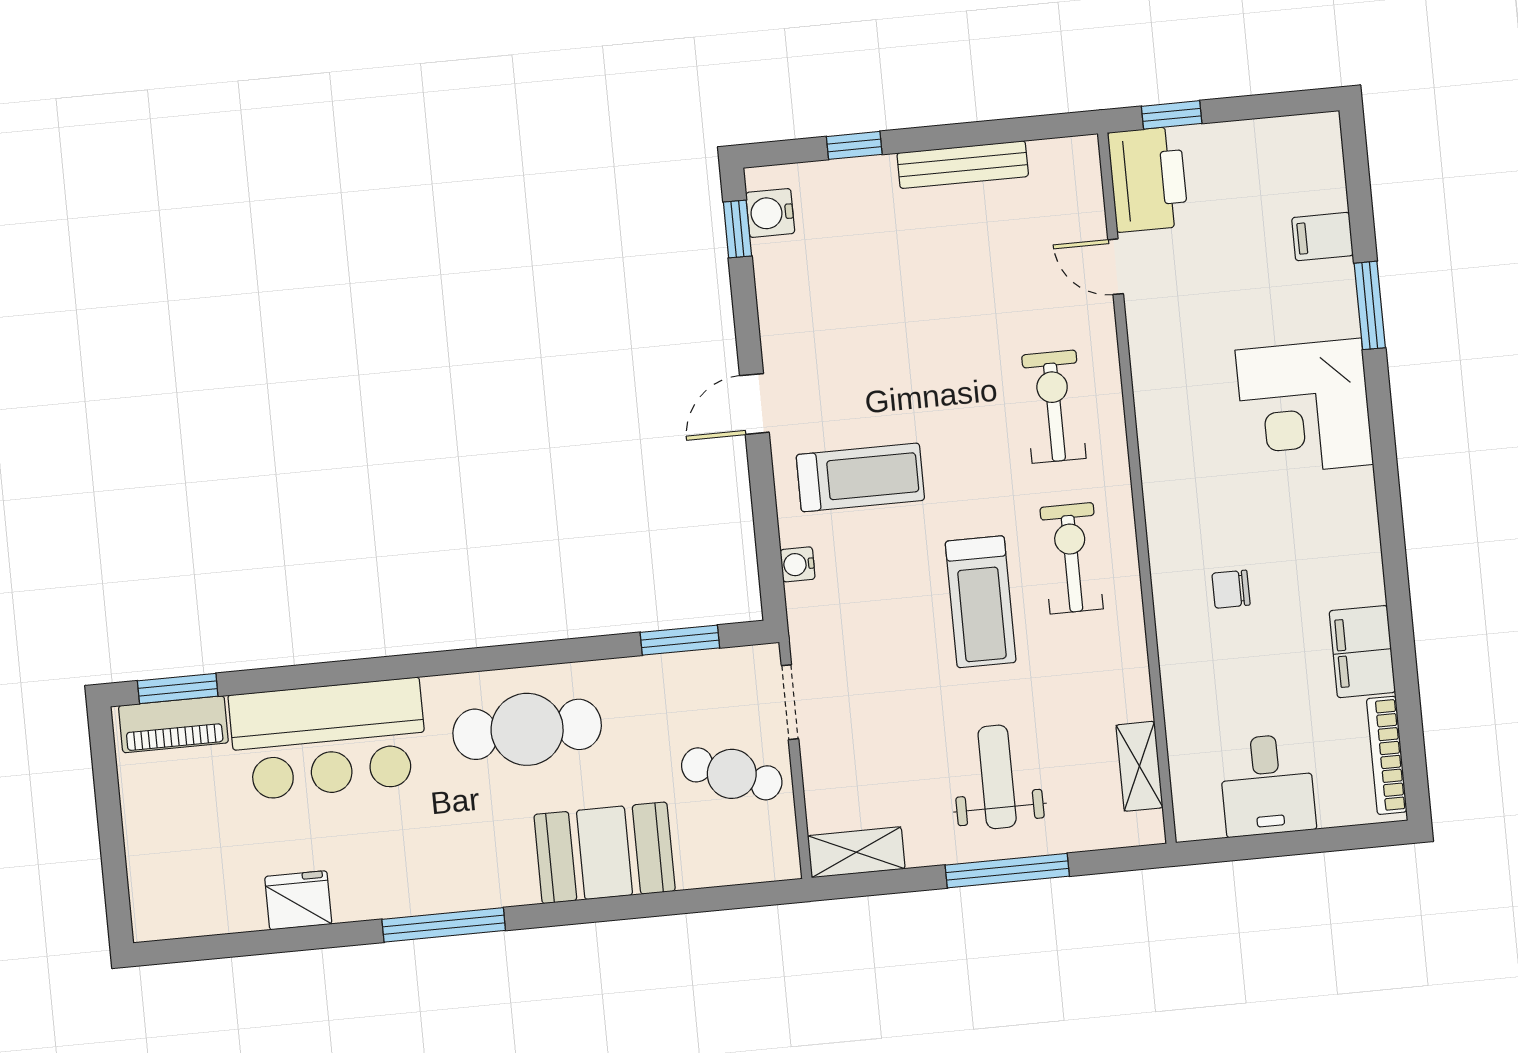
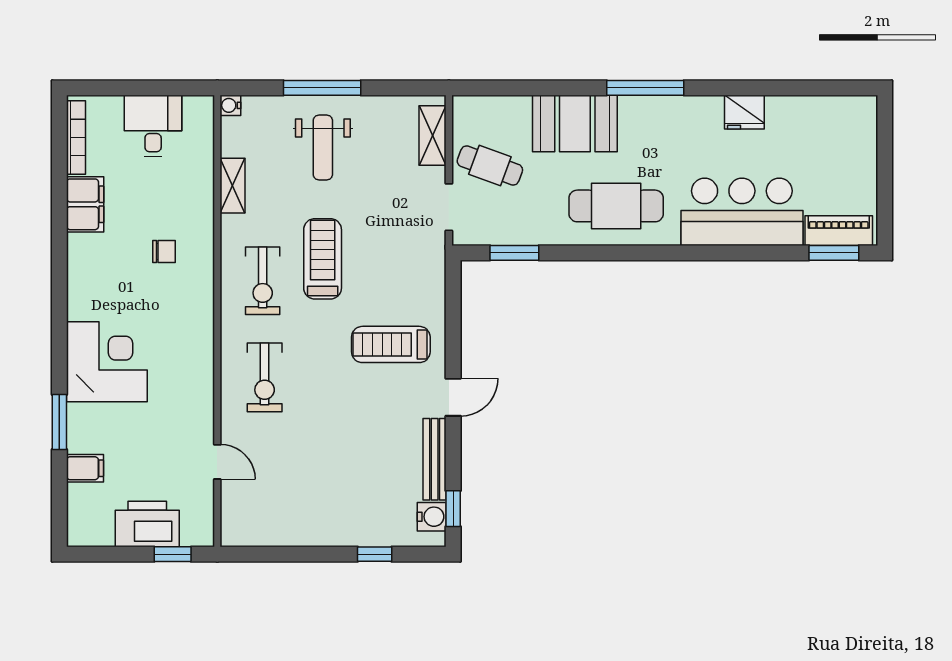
bench: (963, 165) -> (435, 459), moved, turned 90
printer: (1148, 179) -> (147, 524), moved, turned 90
water cooler: (798, 564) -> (230, 105), moved, turned 180
shelving: (1139, 766) -> (232, 186), moved
shelving: (856, 852) -> (433, 135), moved, turned 90
fridge: (298, 900) -> (744, 112), moved
window: (444, 925) -> (645, 88), moved

